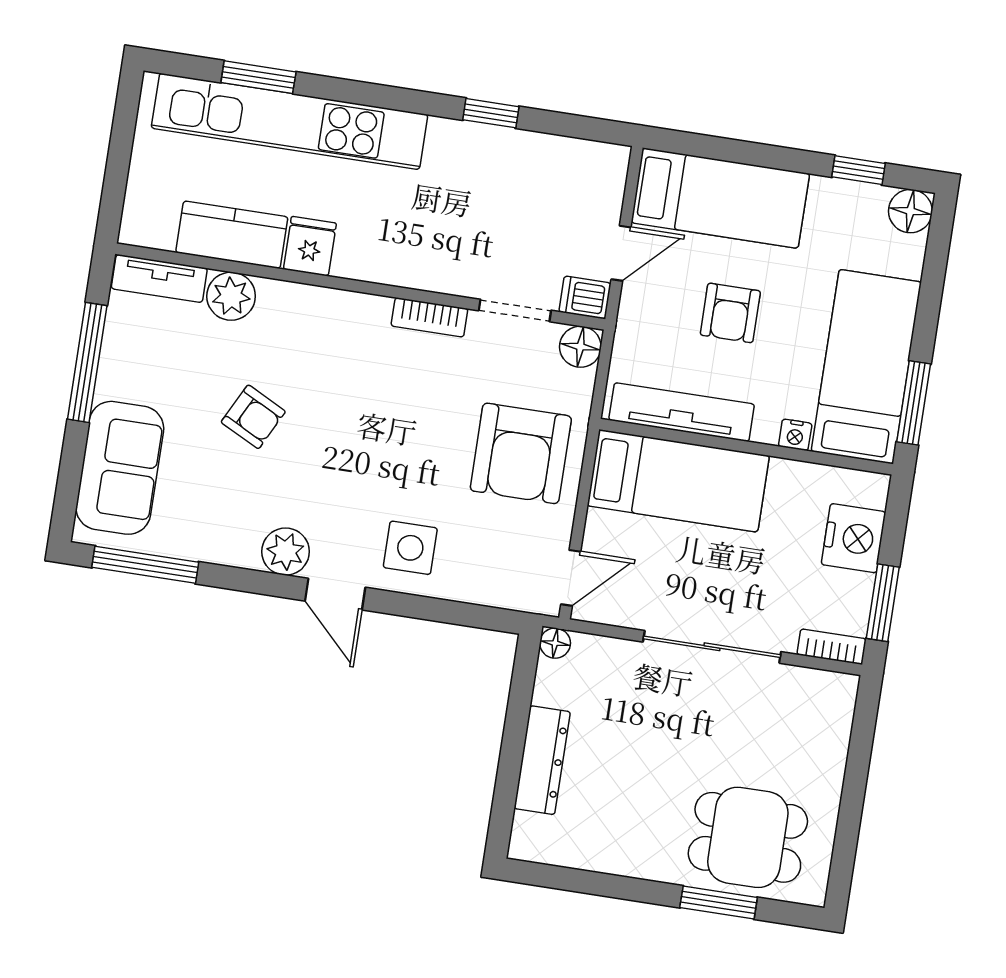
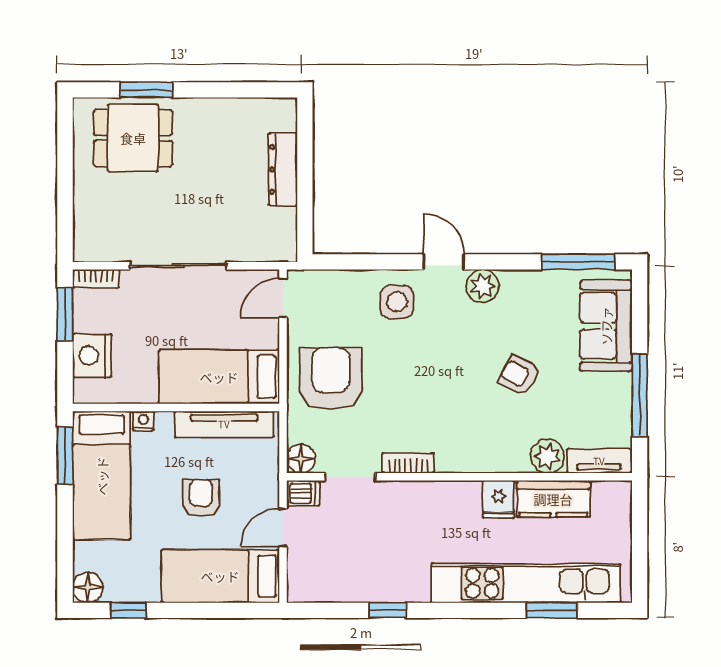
floor lamp: (555, 643) -> (287, 251), removed

